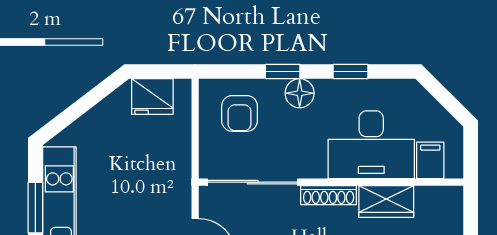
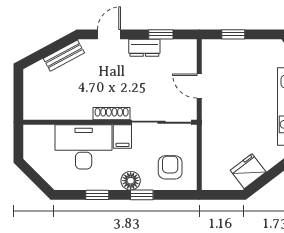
fridge: (152, 97) -> (248, 171), moved, turned -37
filing cabinet: (430, 160) -> (122, 137), moved
wardrobe: (386, 202) -> (74, 110), removed

